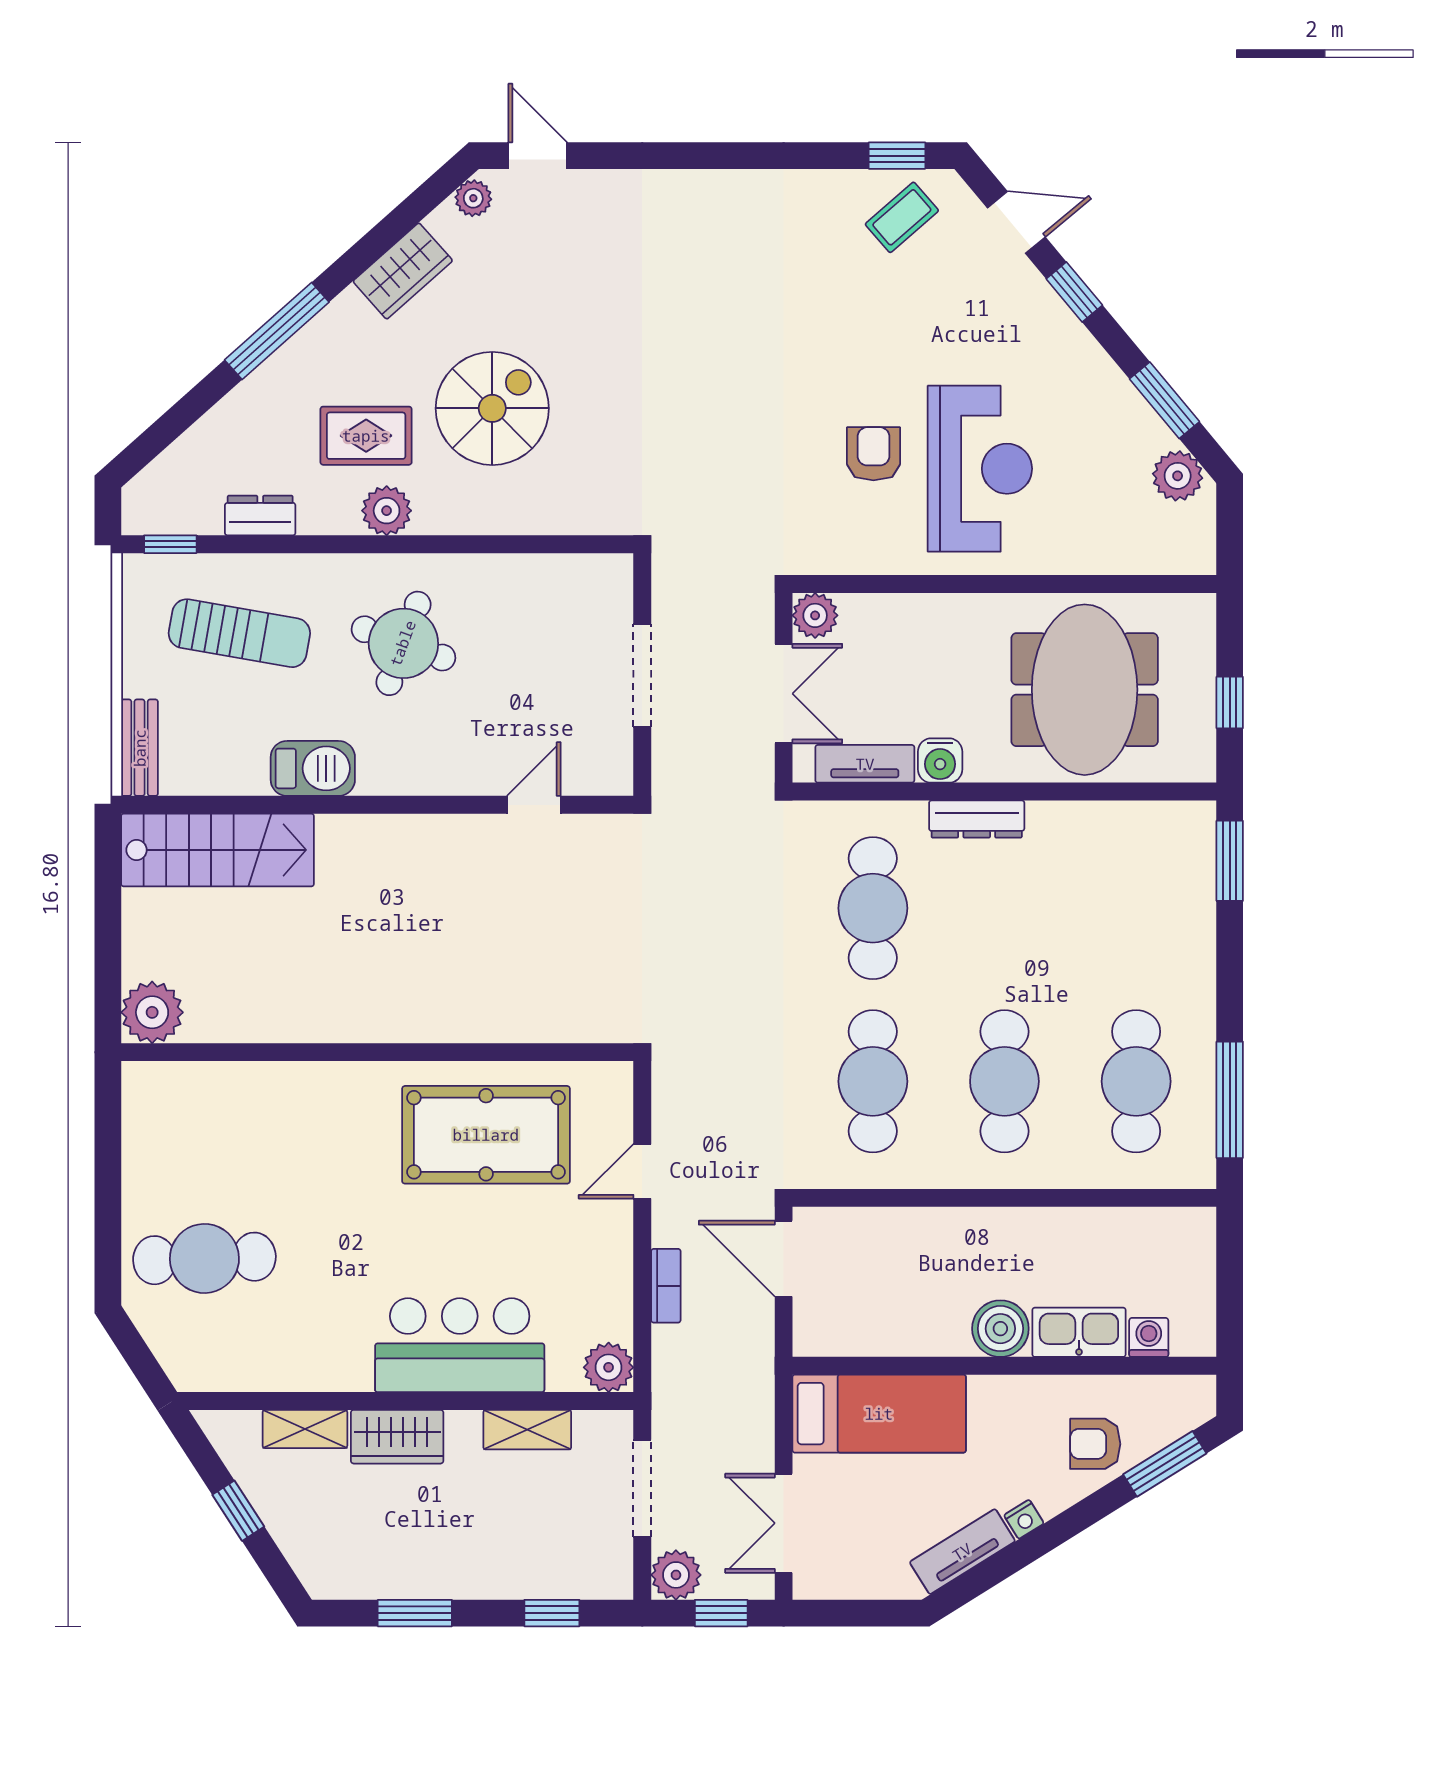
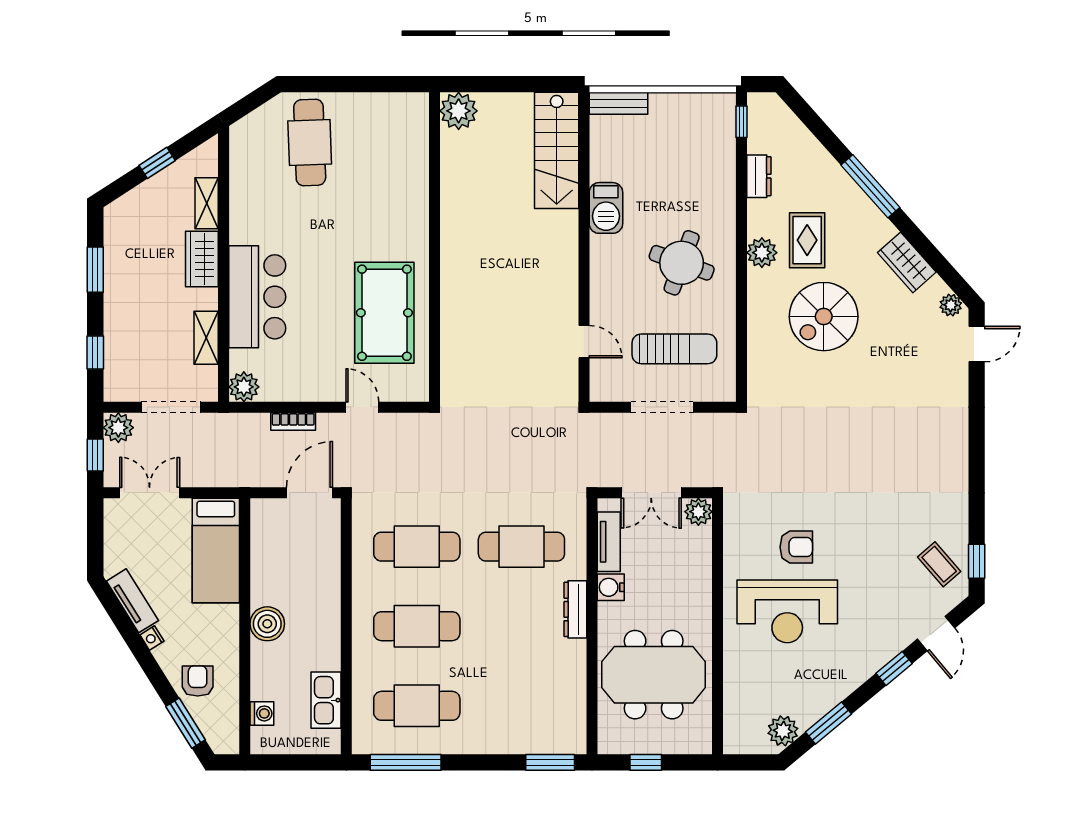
spiral stairs: (492, 408) -> (824, 317), turned 90
sun lounger: (239, 633) -> (674, 349), moved, turned -100
kitchen sink: (1079, 1332) -> (326, 700), moved, turned 180

